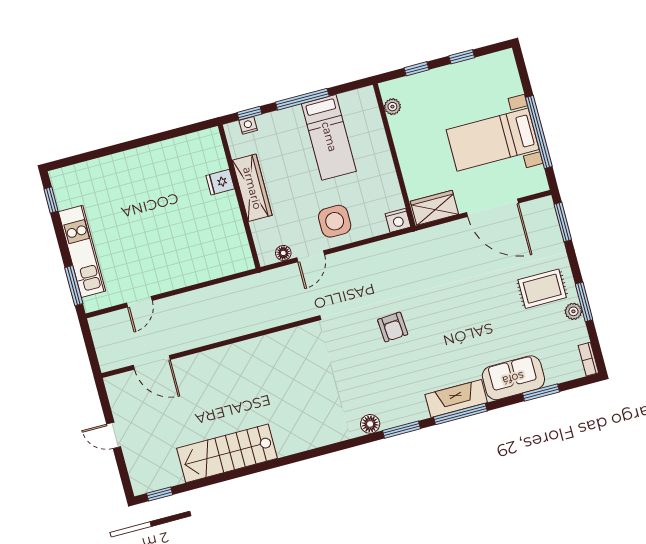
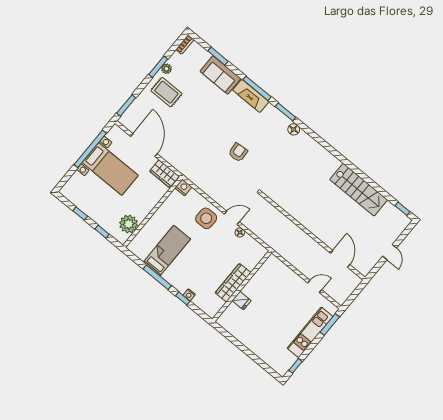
plant: (392, 107) -> (129, 224), width x1.88, depth x1.88
fridge: (220, 182) -> (242, 301), moved
wardrobe: (252, 188) -> (233, 283), moved
wall: (239, 196) -> (242, 286), moved

